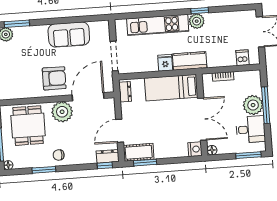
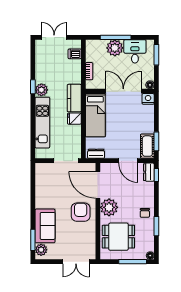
sofa: (69, 35) -> (45, 226), moved

